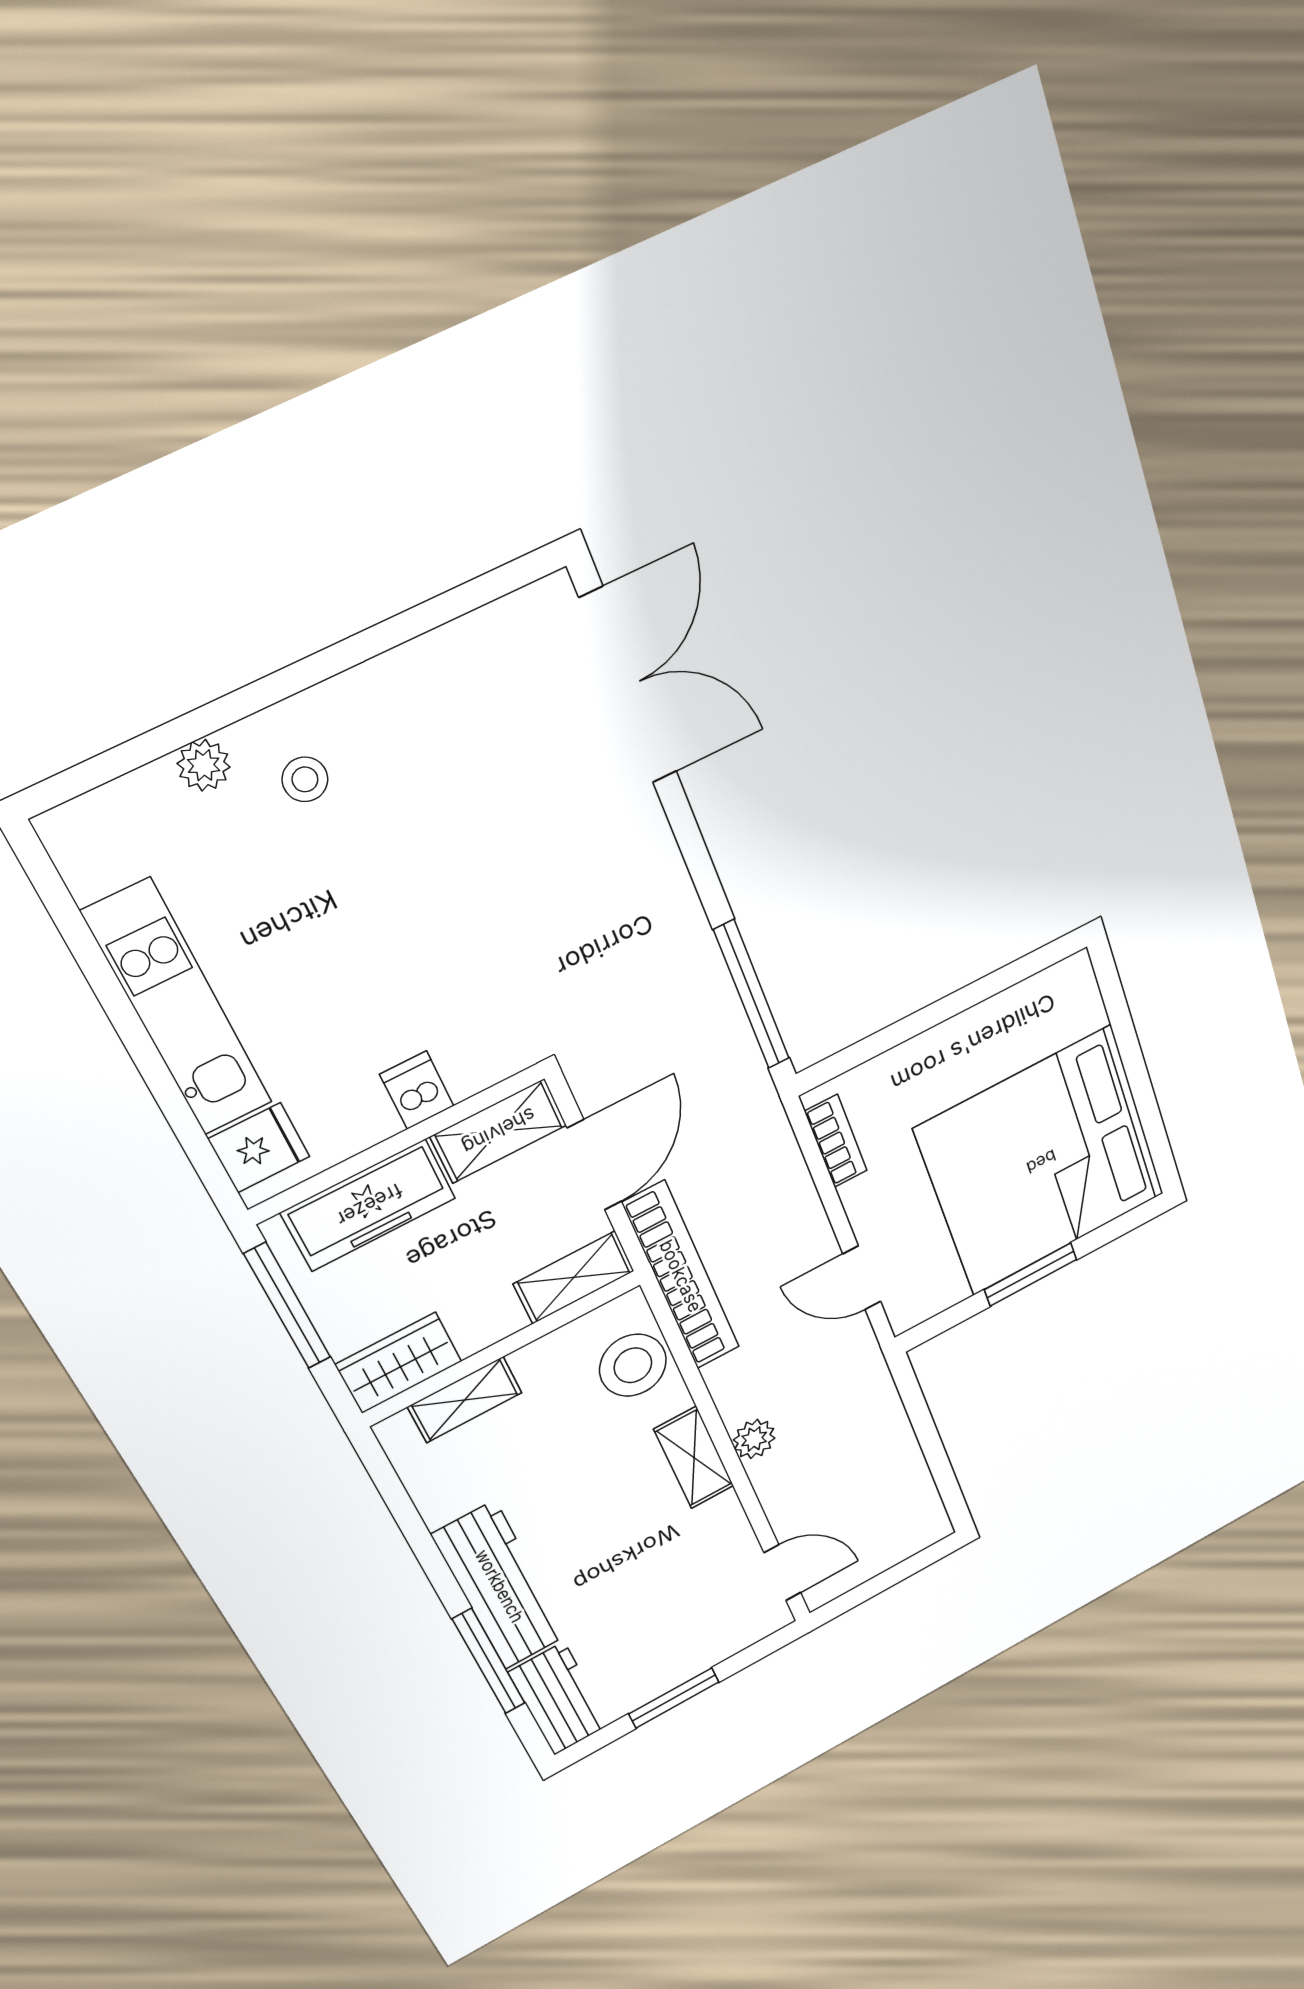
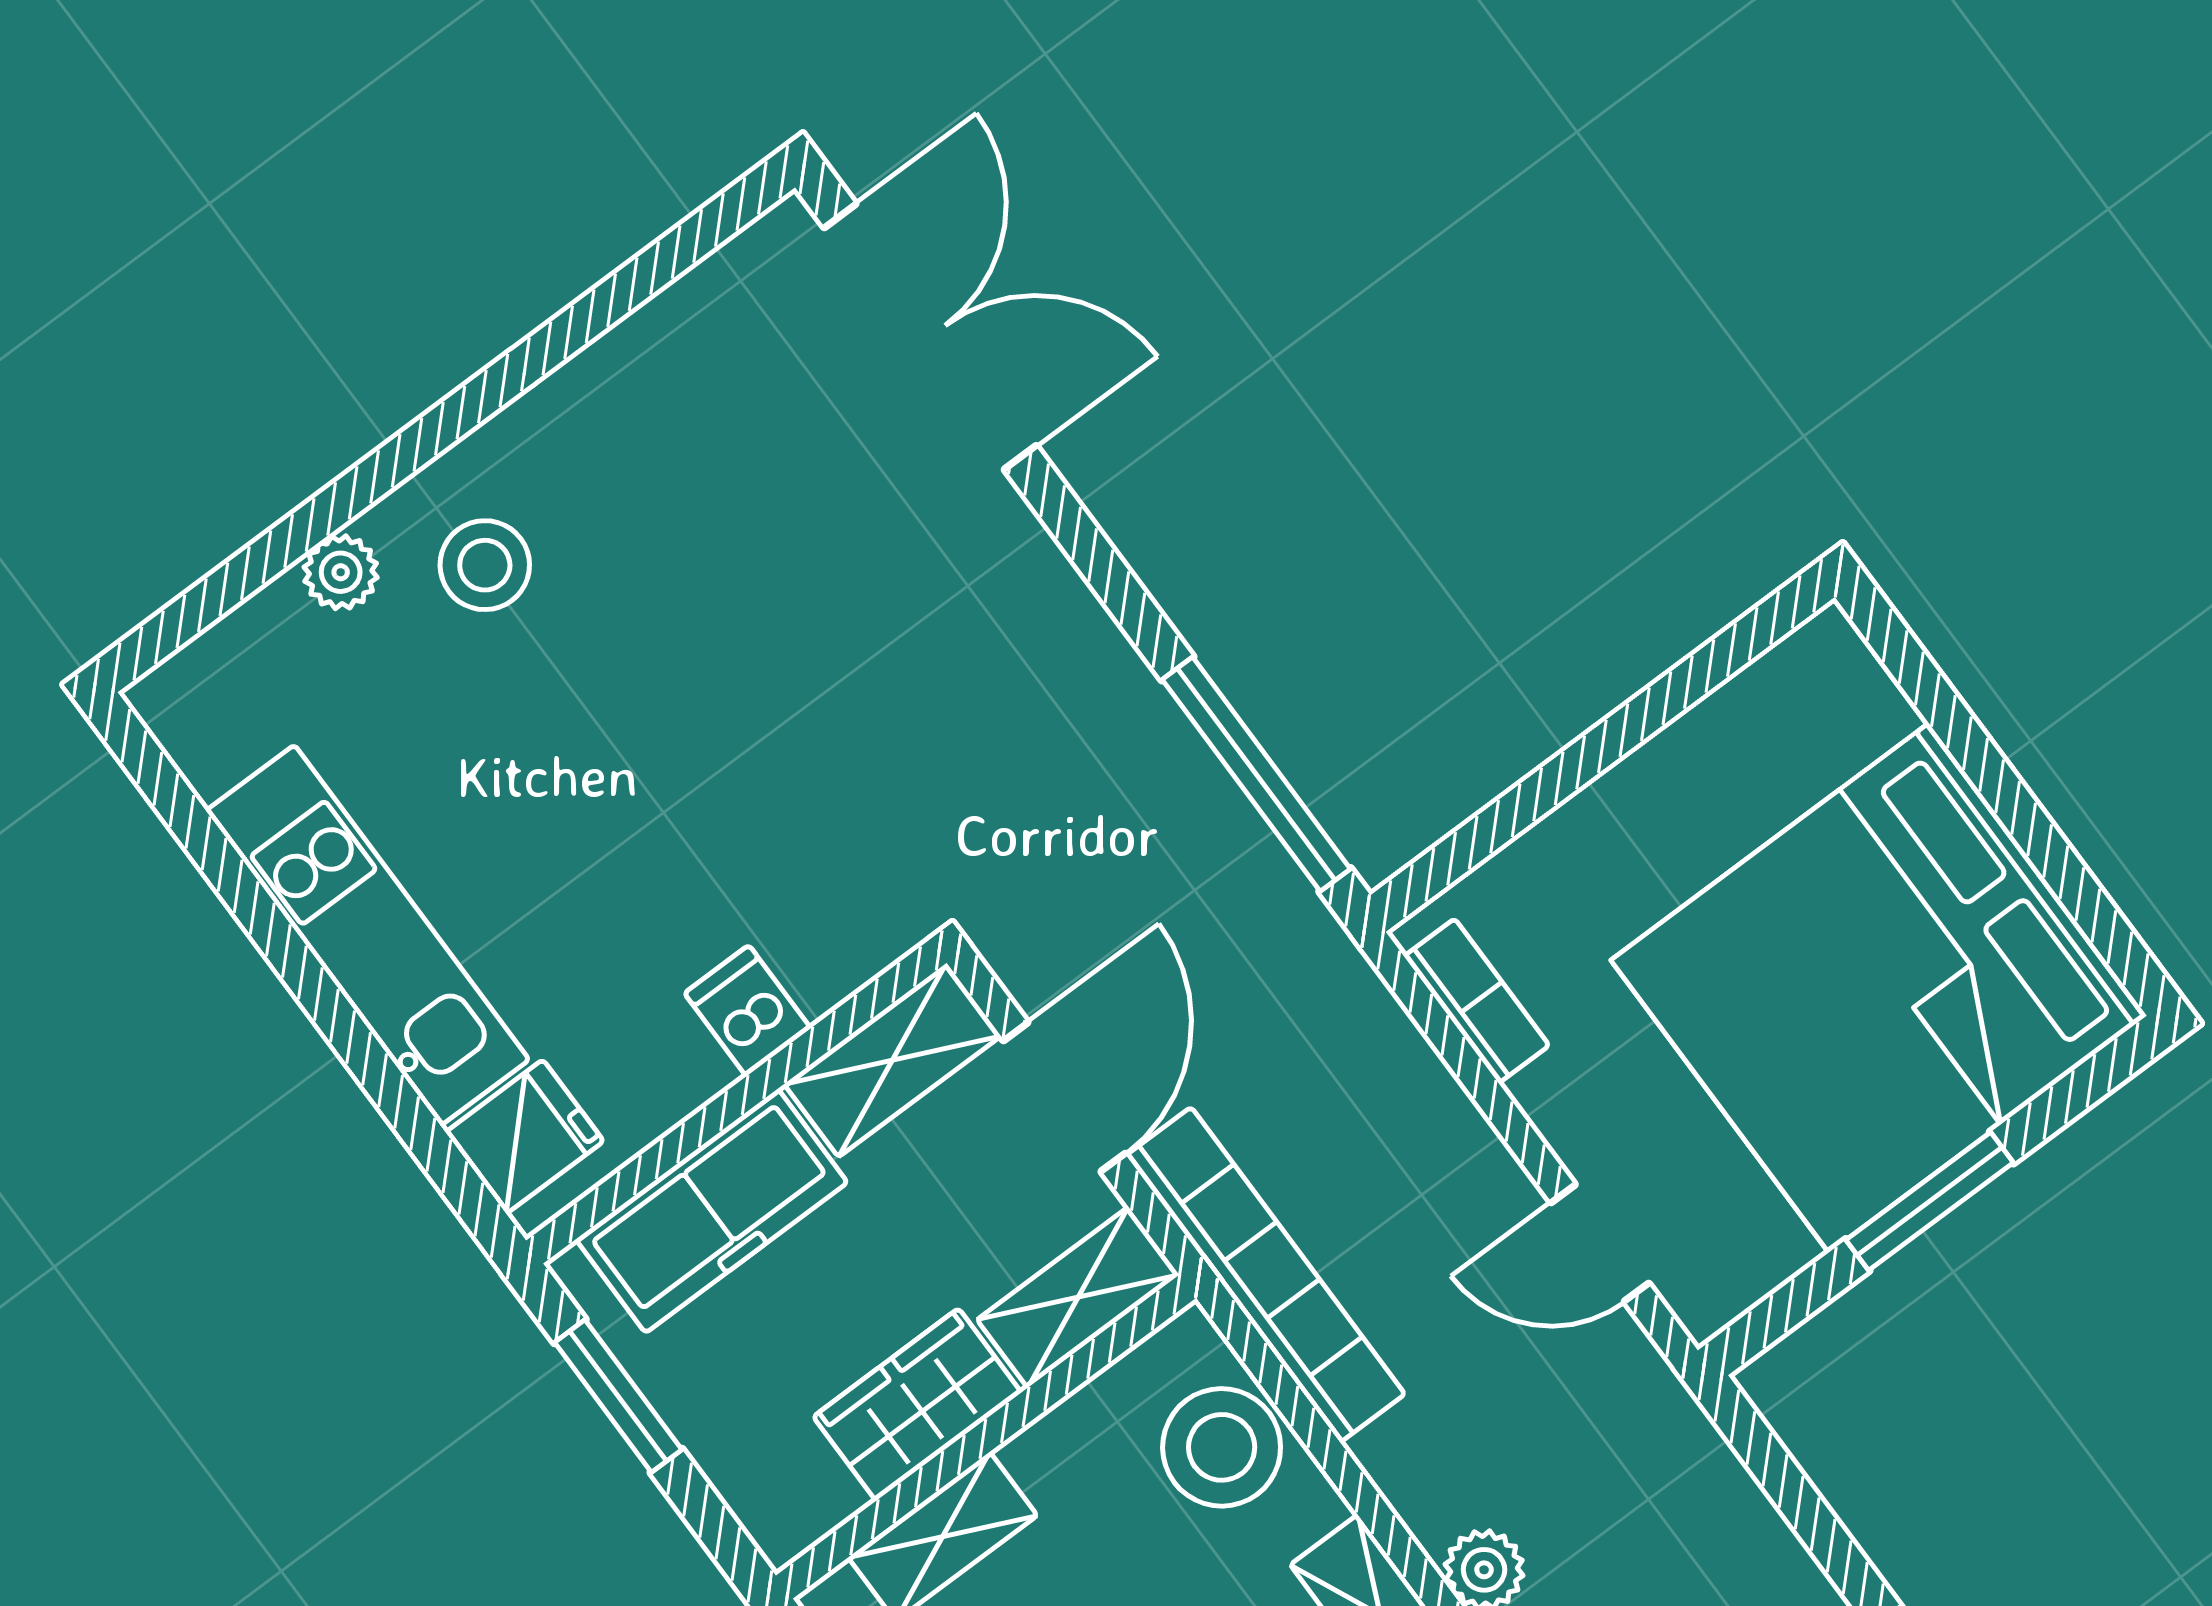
stool: (305, 779) -> (485, 565), width x1.37, depth x1.37
window: (288, 1306) -> (618, 1396), width x0.69
wardrobe: (399, 1363) -> (917, 1405), moved

